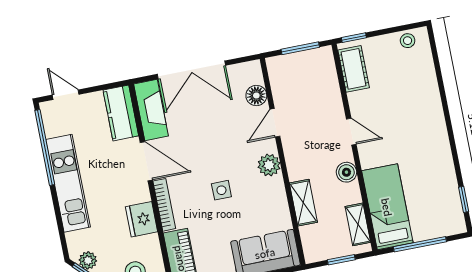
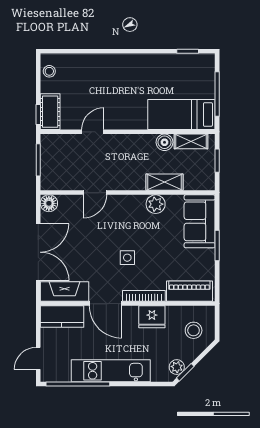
cot: (354, 69) -> (50, 112), moved, turned 90
floor lamp: (256, 96) -> (49, 203), moved
door: (275, 123) -> (95, 193), hinge flipped
door: (351, 132) -> (93, 132), moved
door: (146, 161) -> (105, 304), swing flipped
plant: (269, 165) -> (156, 204), moved
boiler: (346, 172) -> (164, 142), moved
side table: (221, 190) -> (127, 258), moved

